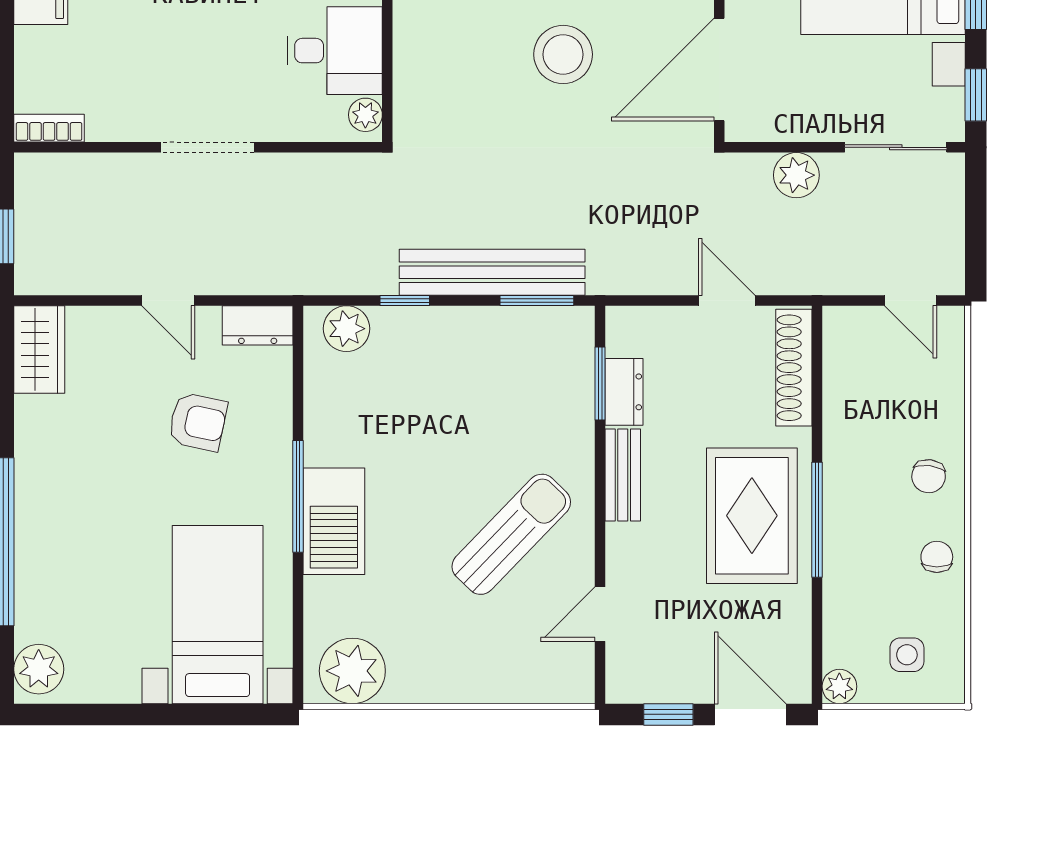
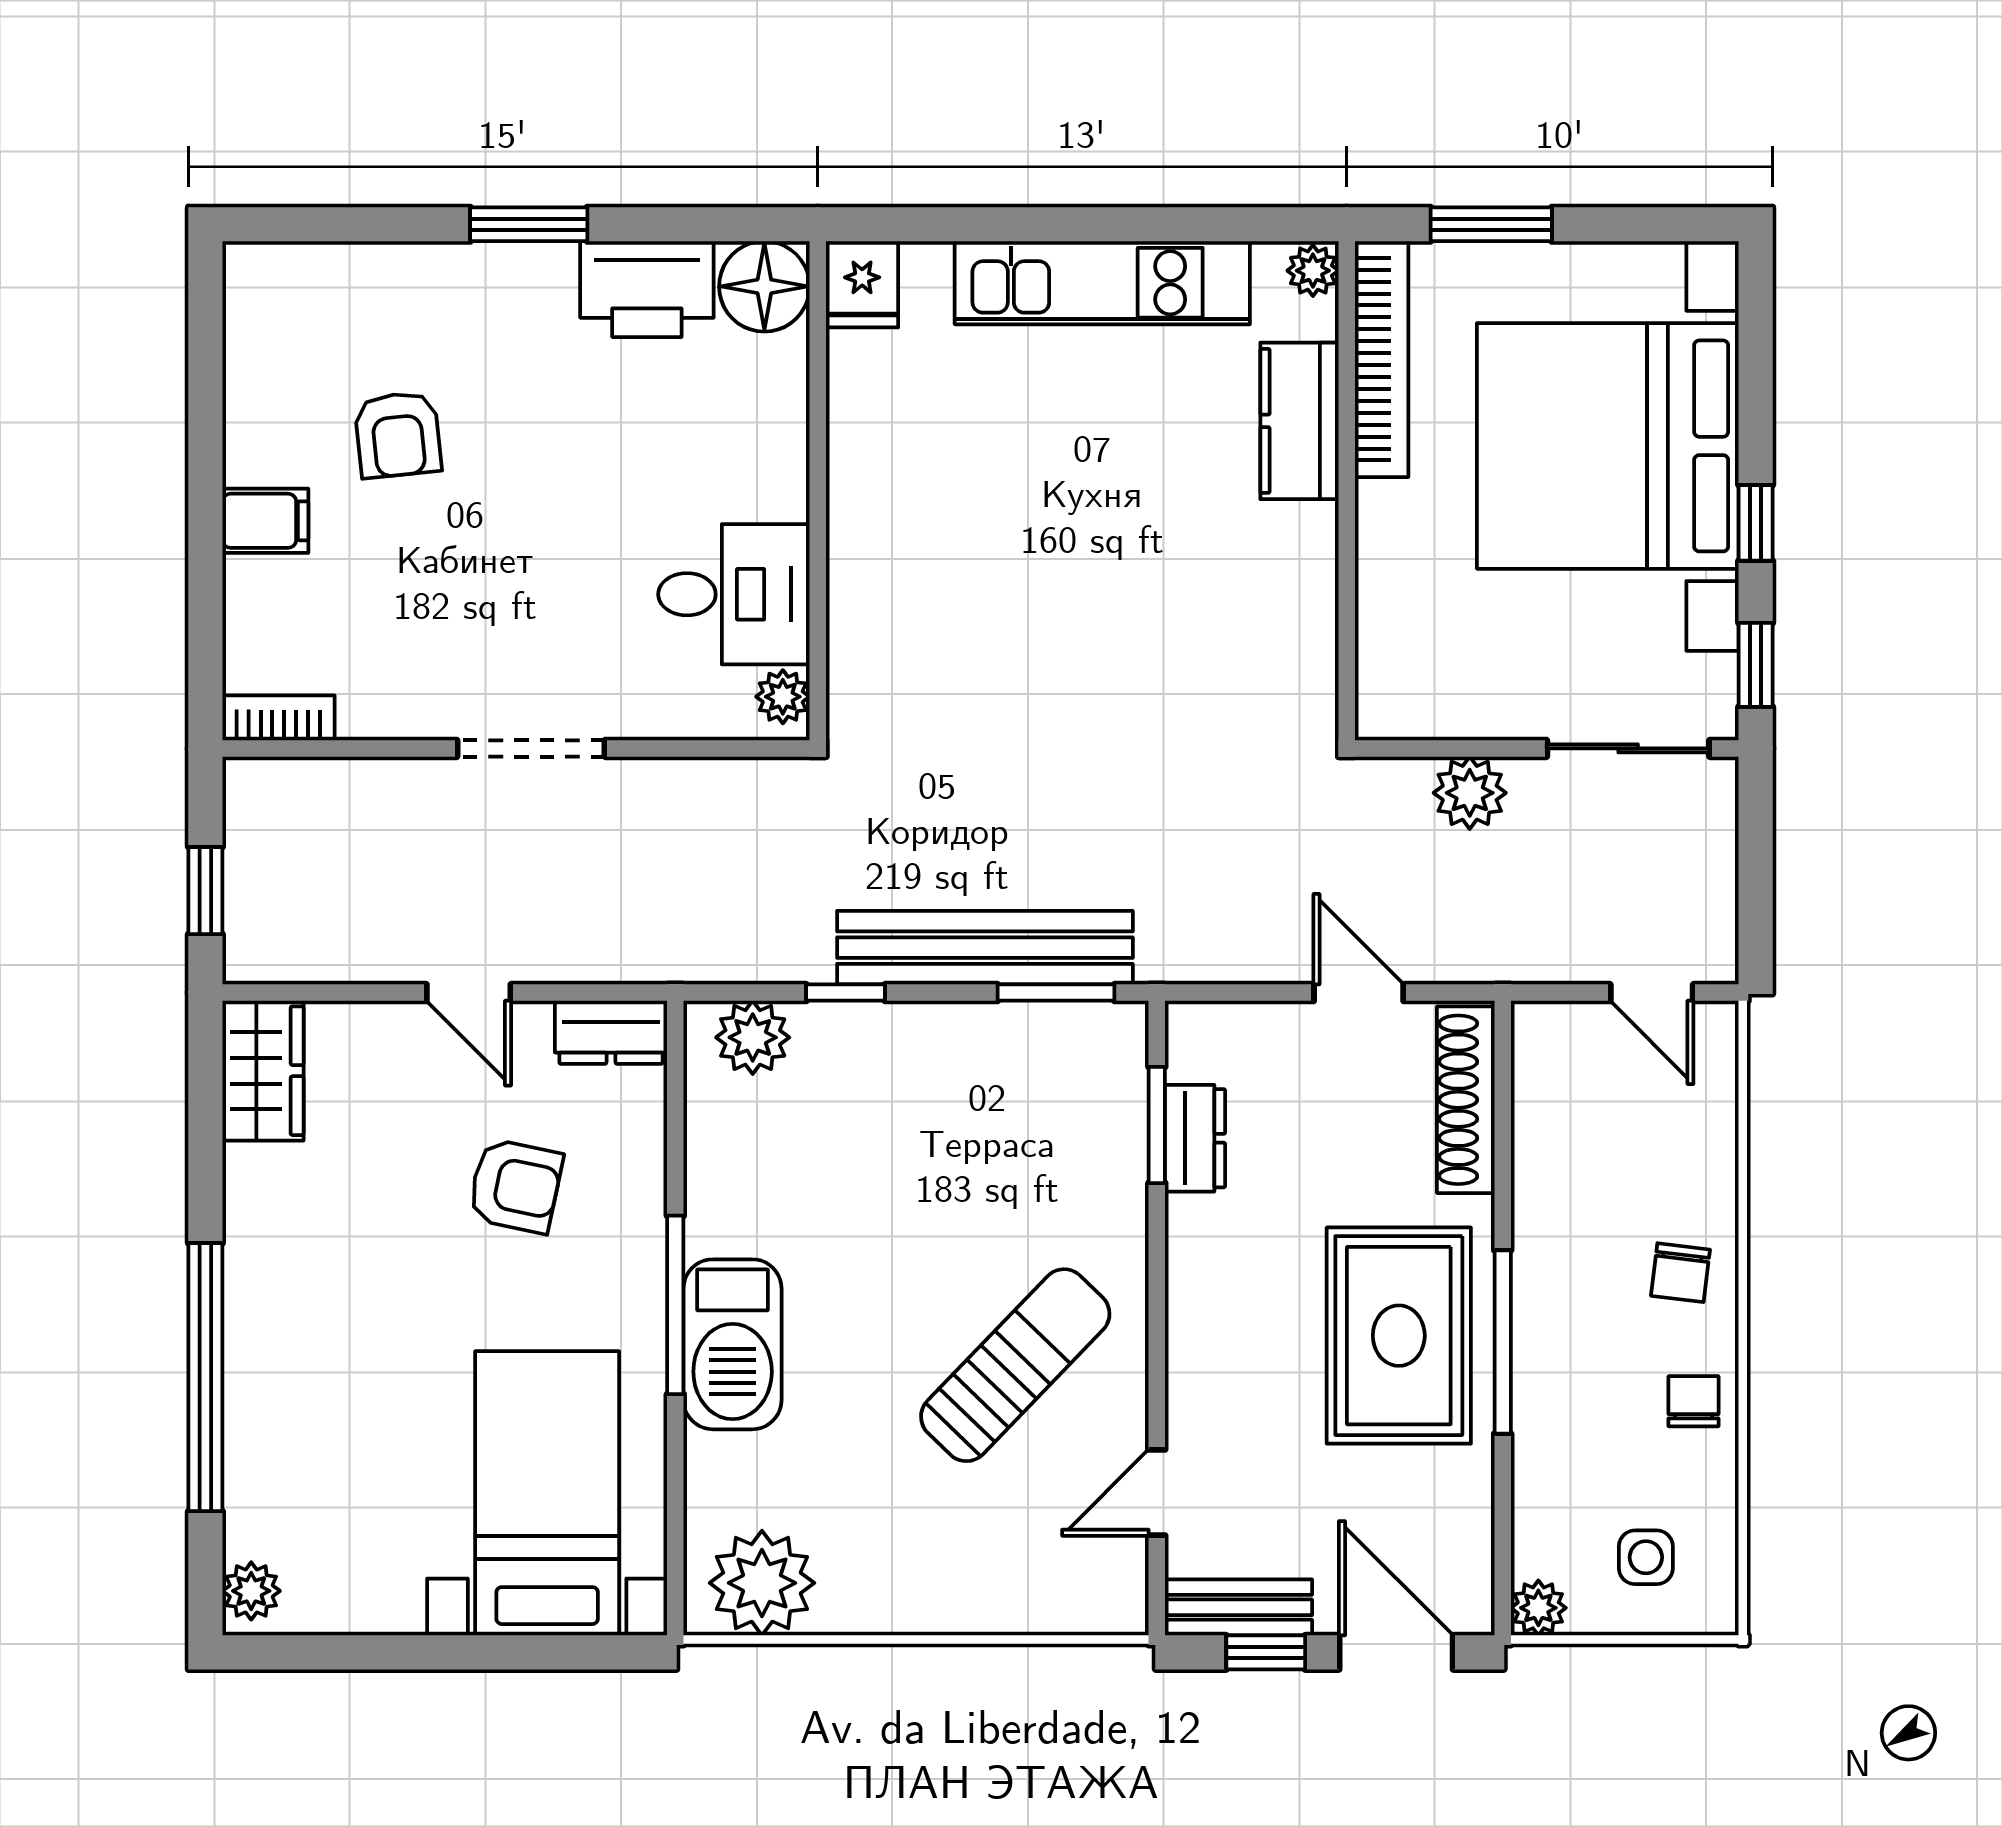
stool: (563, 54) -> (1098, 600), removed
door: (719, 70) -> (1347, 625), removed
bench: (623, 475) -> (1238, 1607), moved, turned 90
plant: (39, 669) -> (251, 1591), width x0.73, depth x0.73

